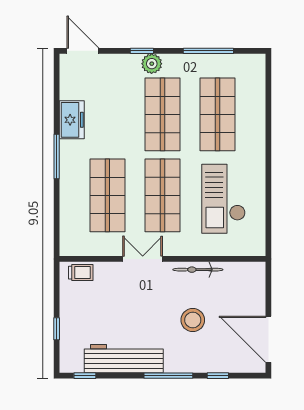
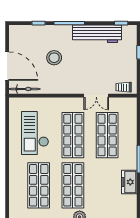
checkout: (223, 199) -> (35, 133), turned 180
double door: (143, 259) -> (96, 96), moved
bicycle: (198, 270) -> (25, 89), moved
door: (268, 339) -> (7, 66), moved

